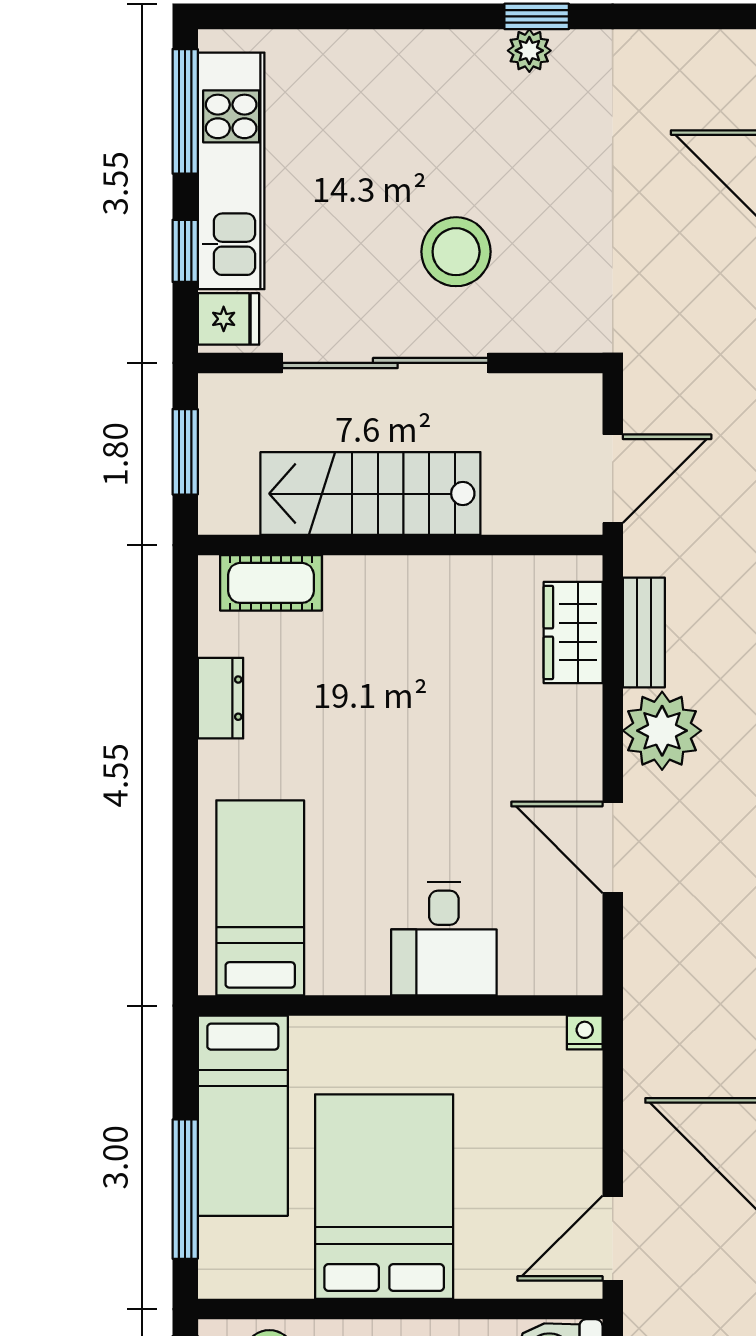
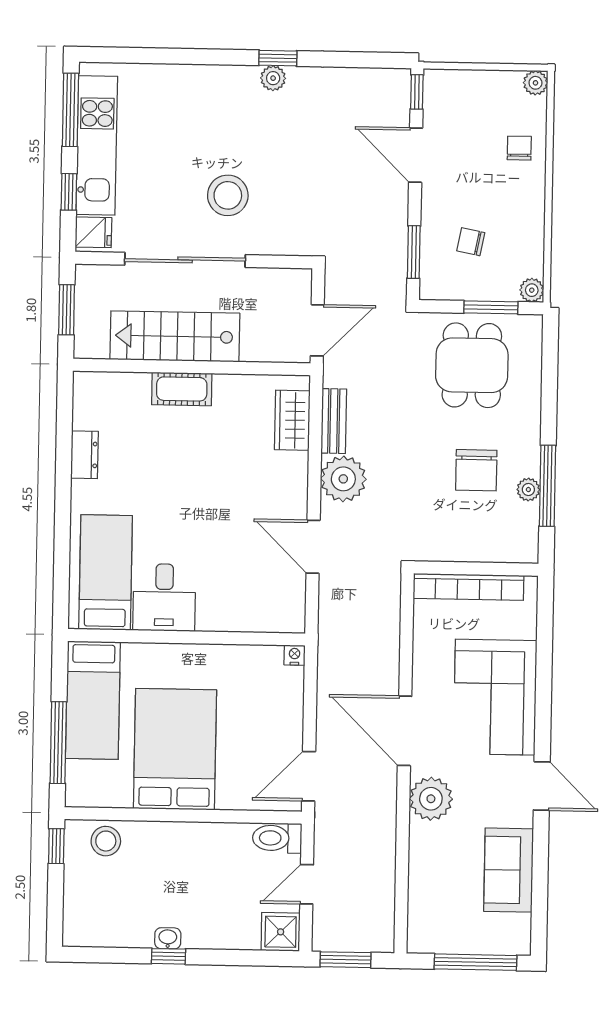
cot: (271, 583) -> (182, 389), moved
desk: (444, 938) -> (164, 597), moved

